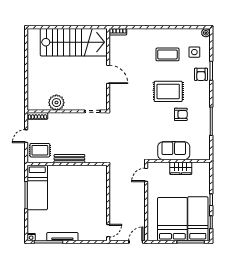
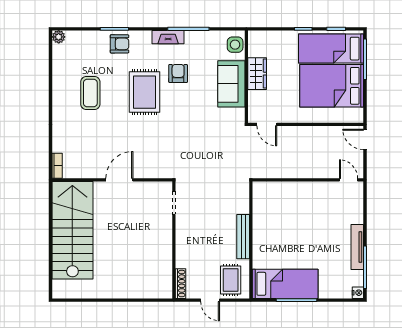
side table: (194, 52) -> (235, 45), moved
plant: (56, 103) -> (161, 256), removed
fireplace: (206, 107) -> (168, 37), added

